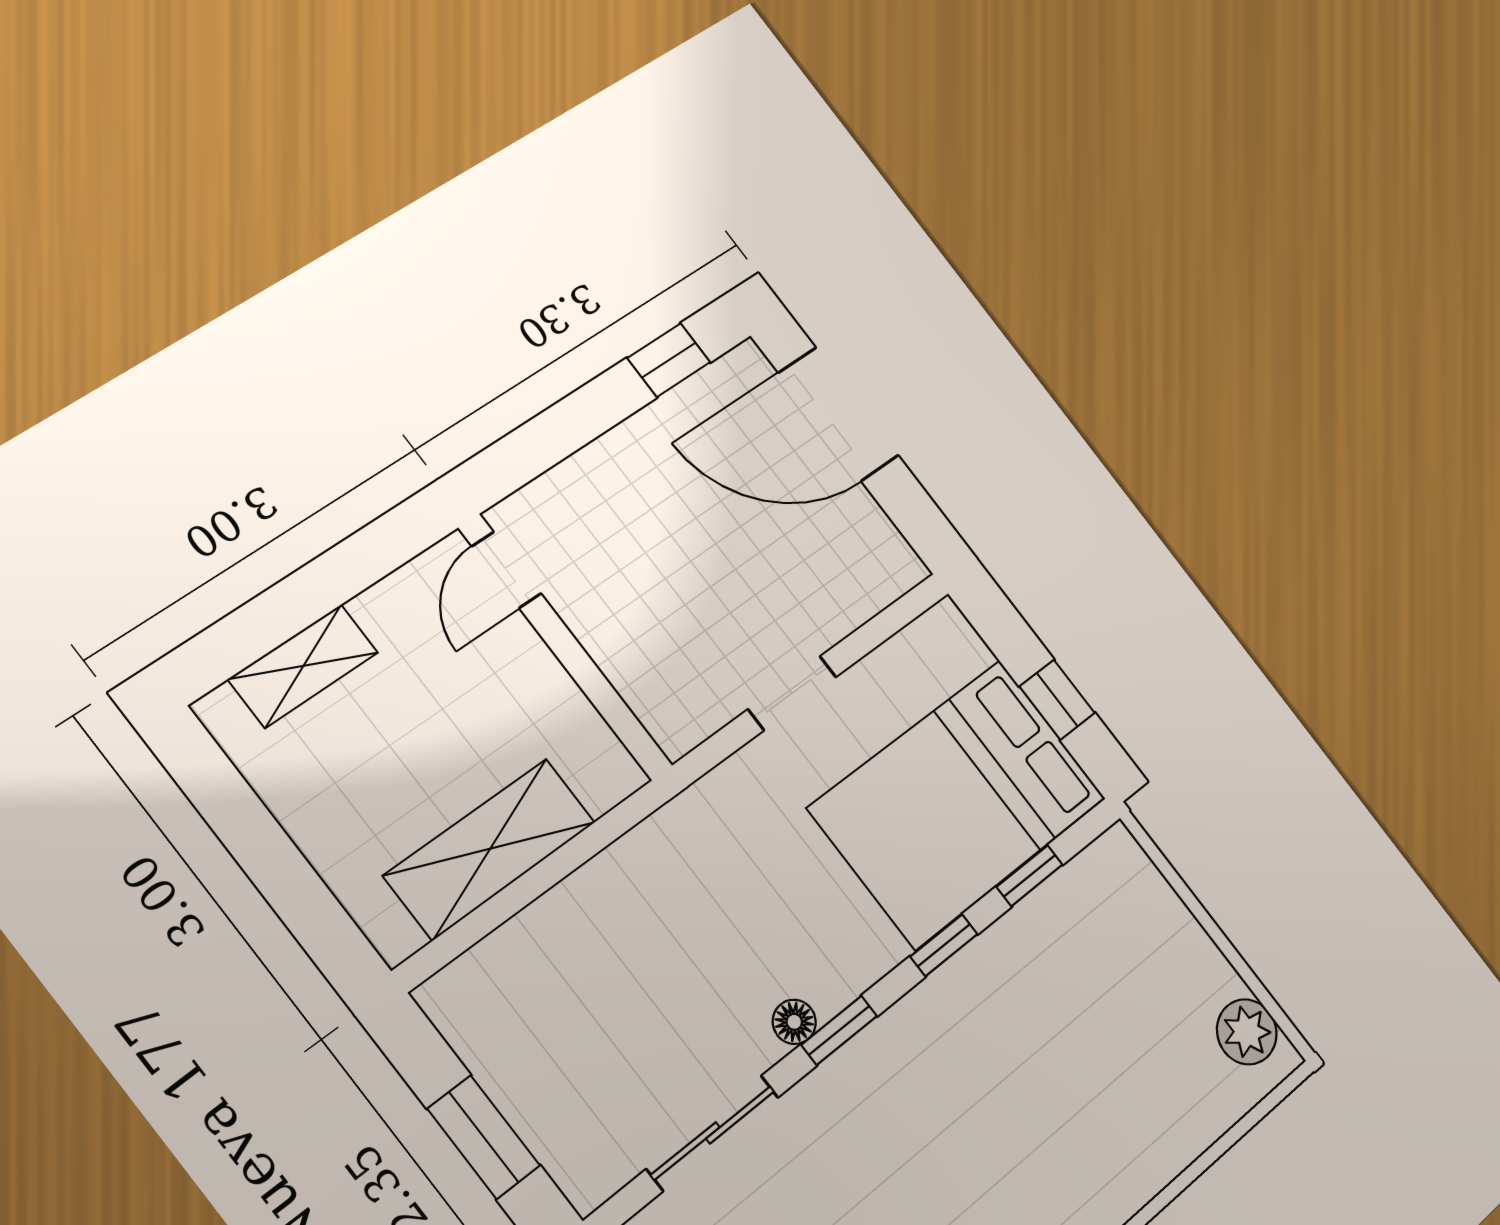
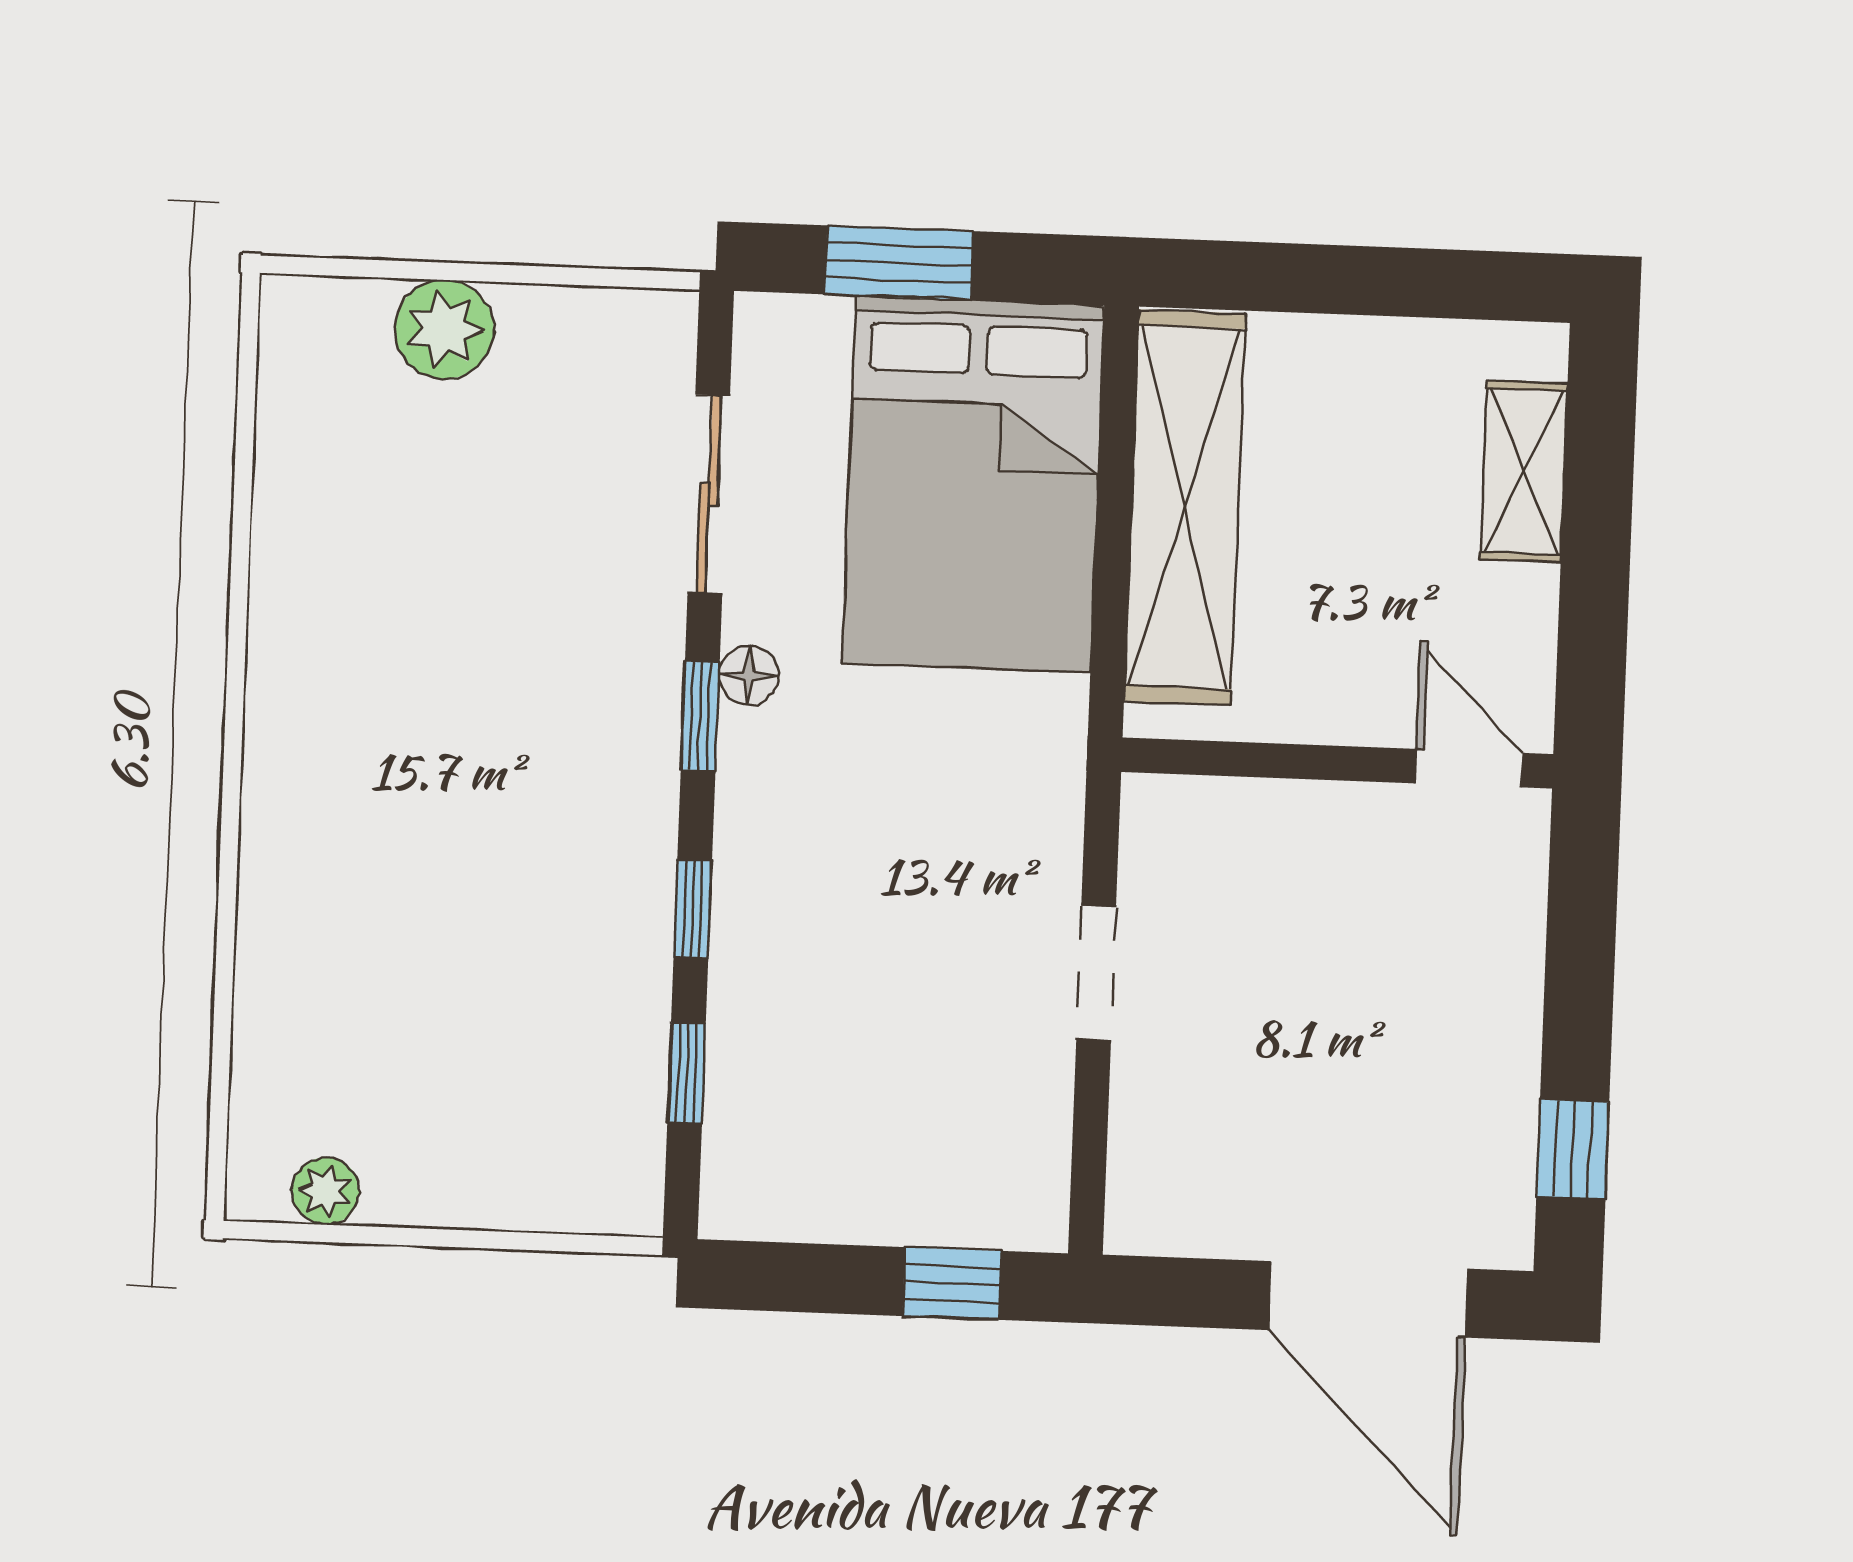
door: (838, 414) -> (1368, 1299), swing flipped
window: (1057, 700) -> (952, 1283), moved
bed: (958, 803) -> (973, 484), moved, turned 180
shelving: (490, 849) -> (1185, 507), width x1.47
plant: (1247, 1032) -> (326, 1191), width x0.73, depth x0.73

